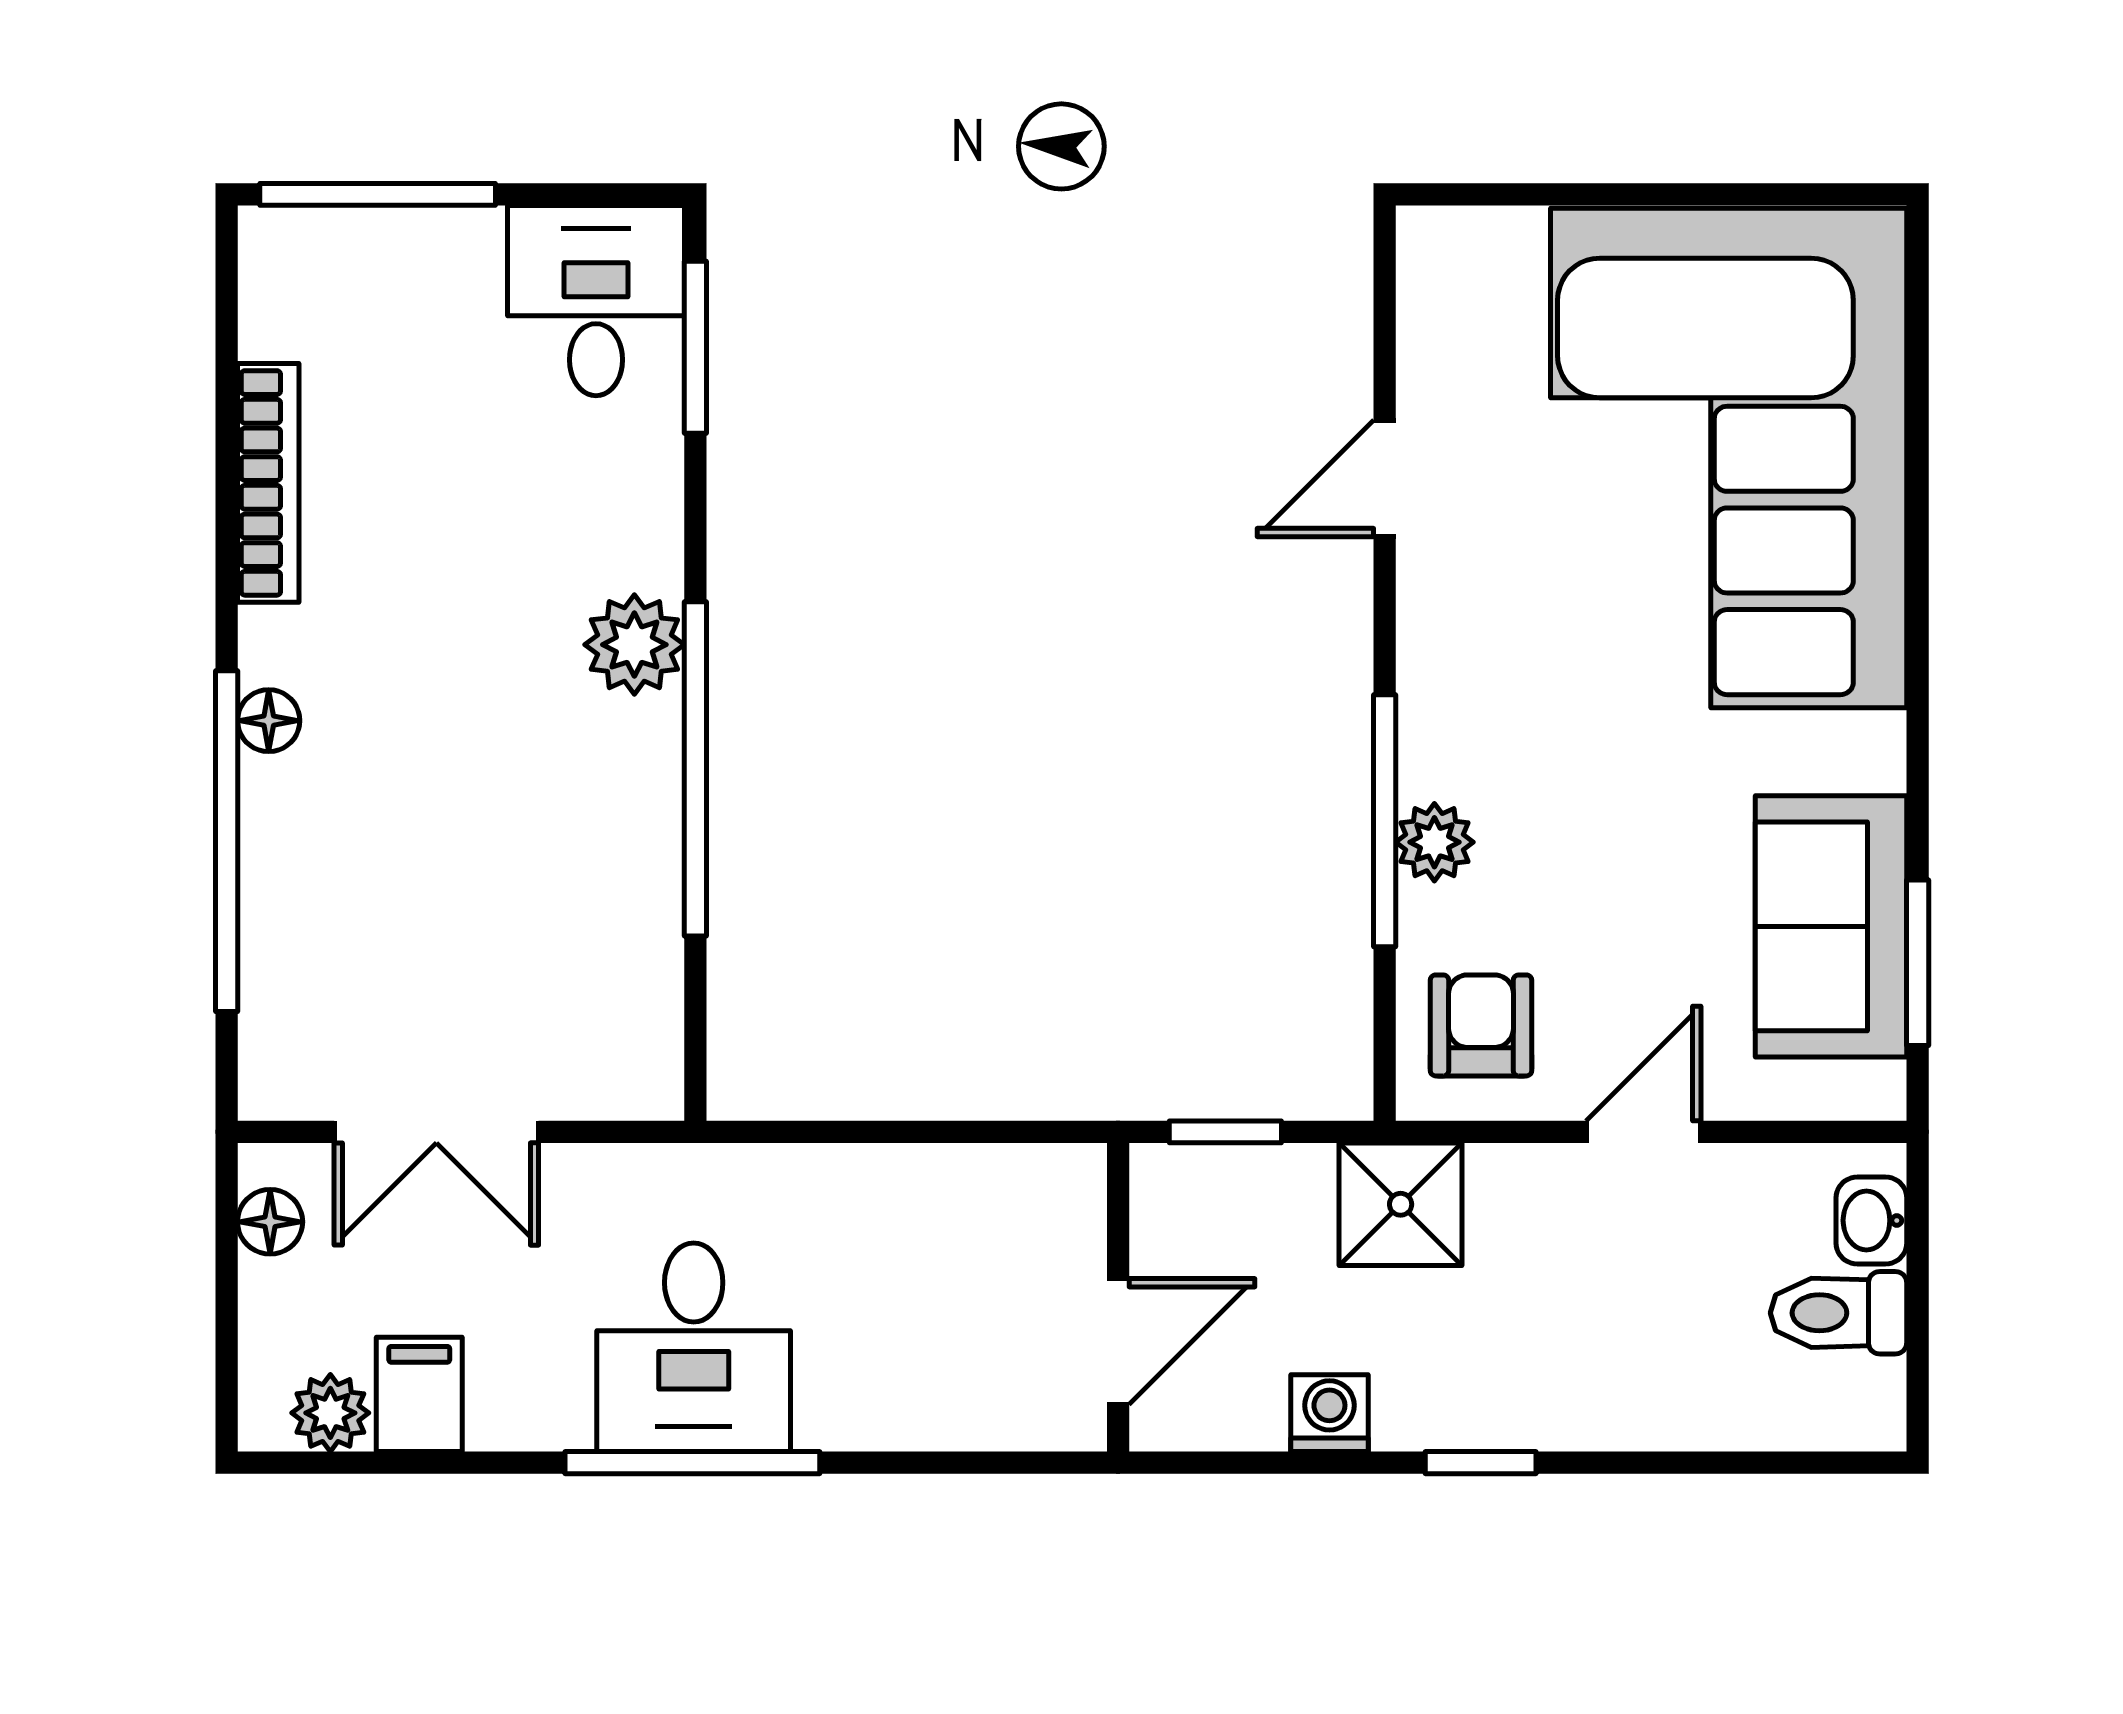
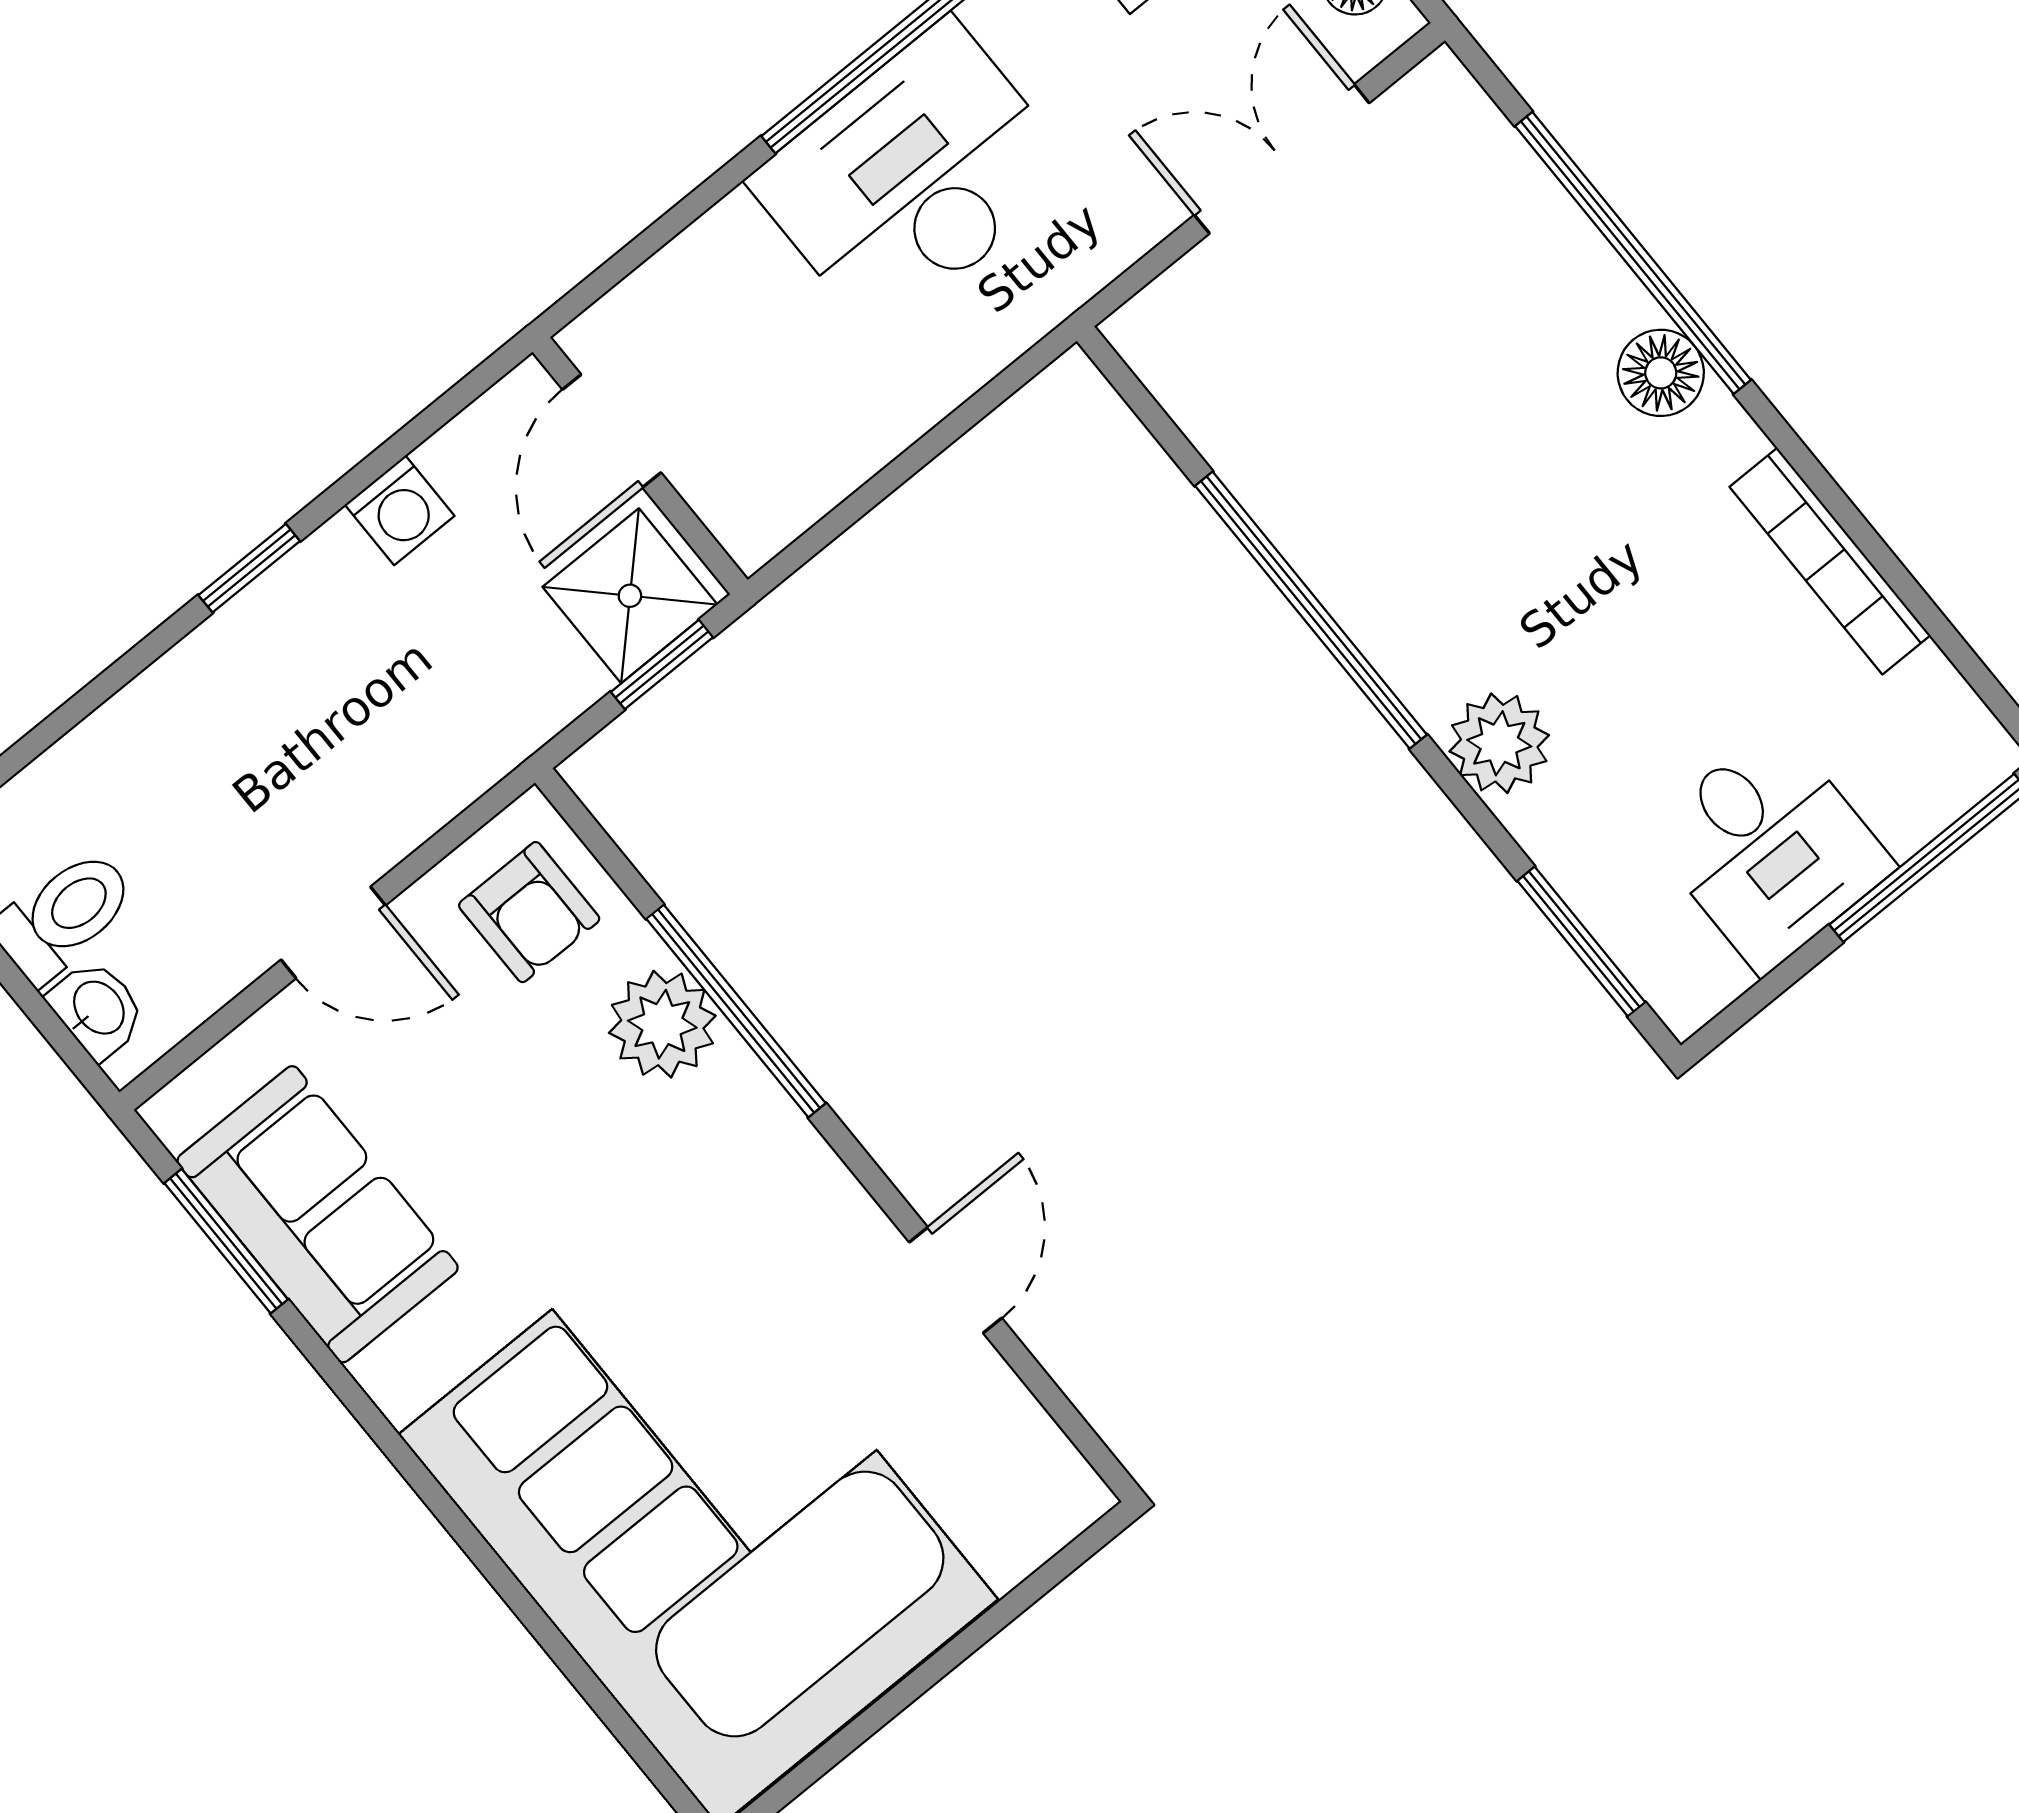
desk: (596, 301) -> (1769, 849), moved
plant: (634, 645) -> (1499, 743), moved
floor lamp: (269, 721) -> (1661, 373), width x1.37, depth x1.37
plant: (1434, 842) -> (662, 1024), width x1.38, depth x1.38
door: (1643, 1132) -> (333, 933), hinge flipped
shower: (1401, 1204) -> (630, 596), moved
desk: (694, 1347) -> (913, 178), width x1.37

